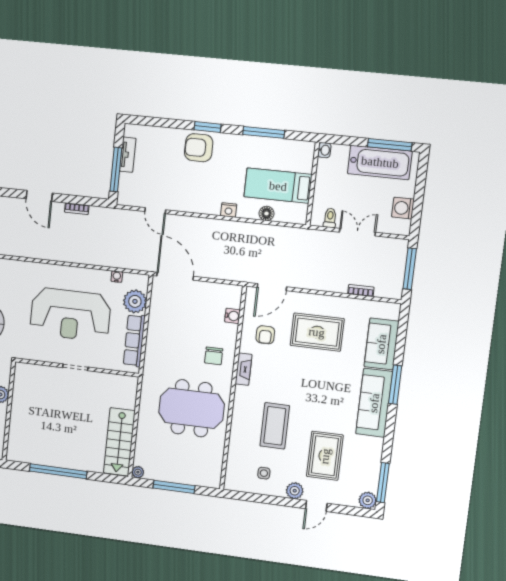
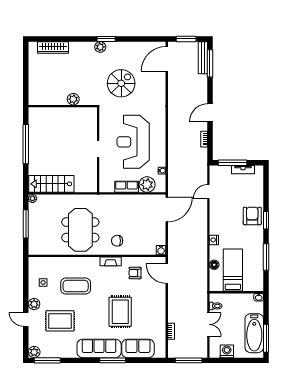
water cooler: (232, 316) -> (161, 250), moved
rug: (317, 332) -> (120, 312), moved
row of seats: (134, 341) -> (127, 187), width x0.68

